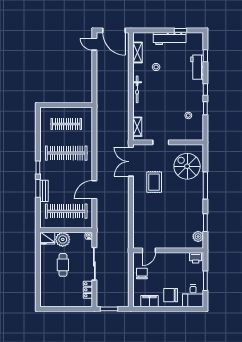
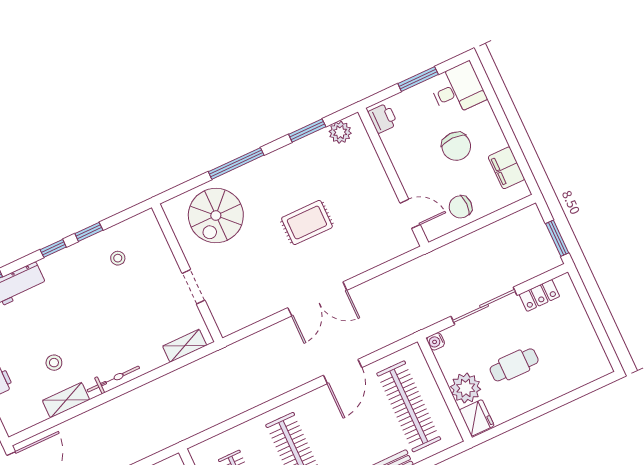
shelving: (137, 52) -> (66, 400), moved
double door: (131, 162) -> (317, 299), moved
rug: (154, 182) -> (307, 223), moved
door: (94, 190) -> (343, 371), hinge flipped
chair: (171, 295) -> (456, 146), moved

